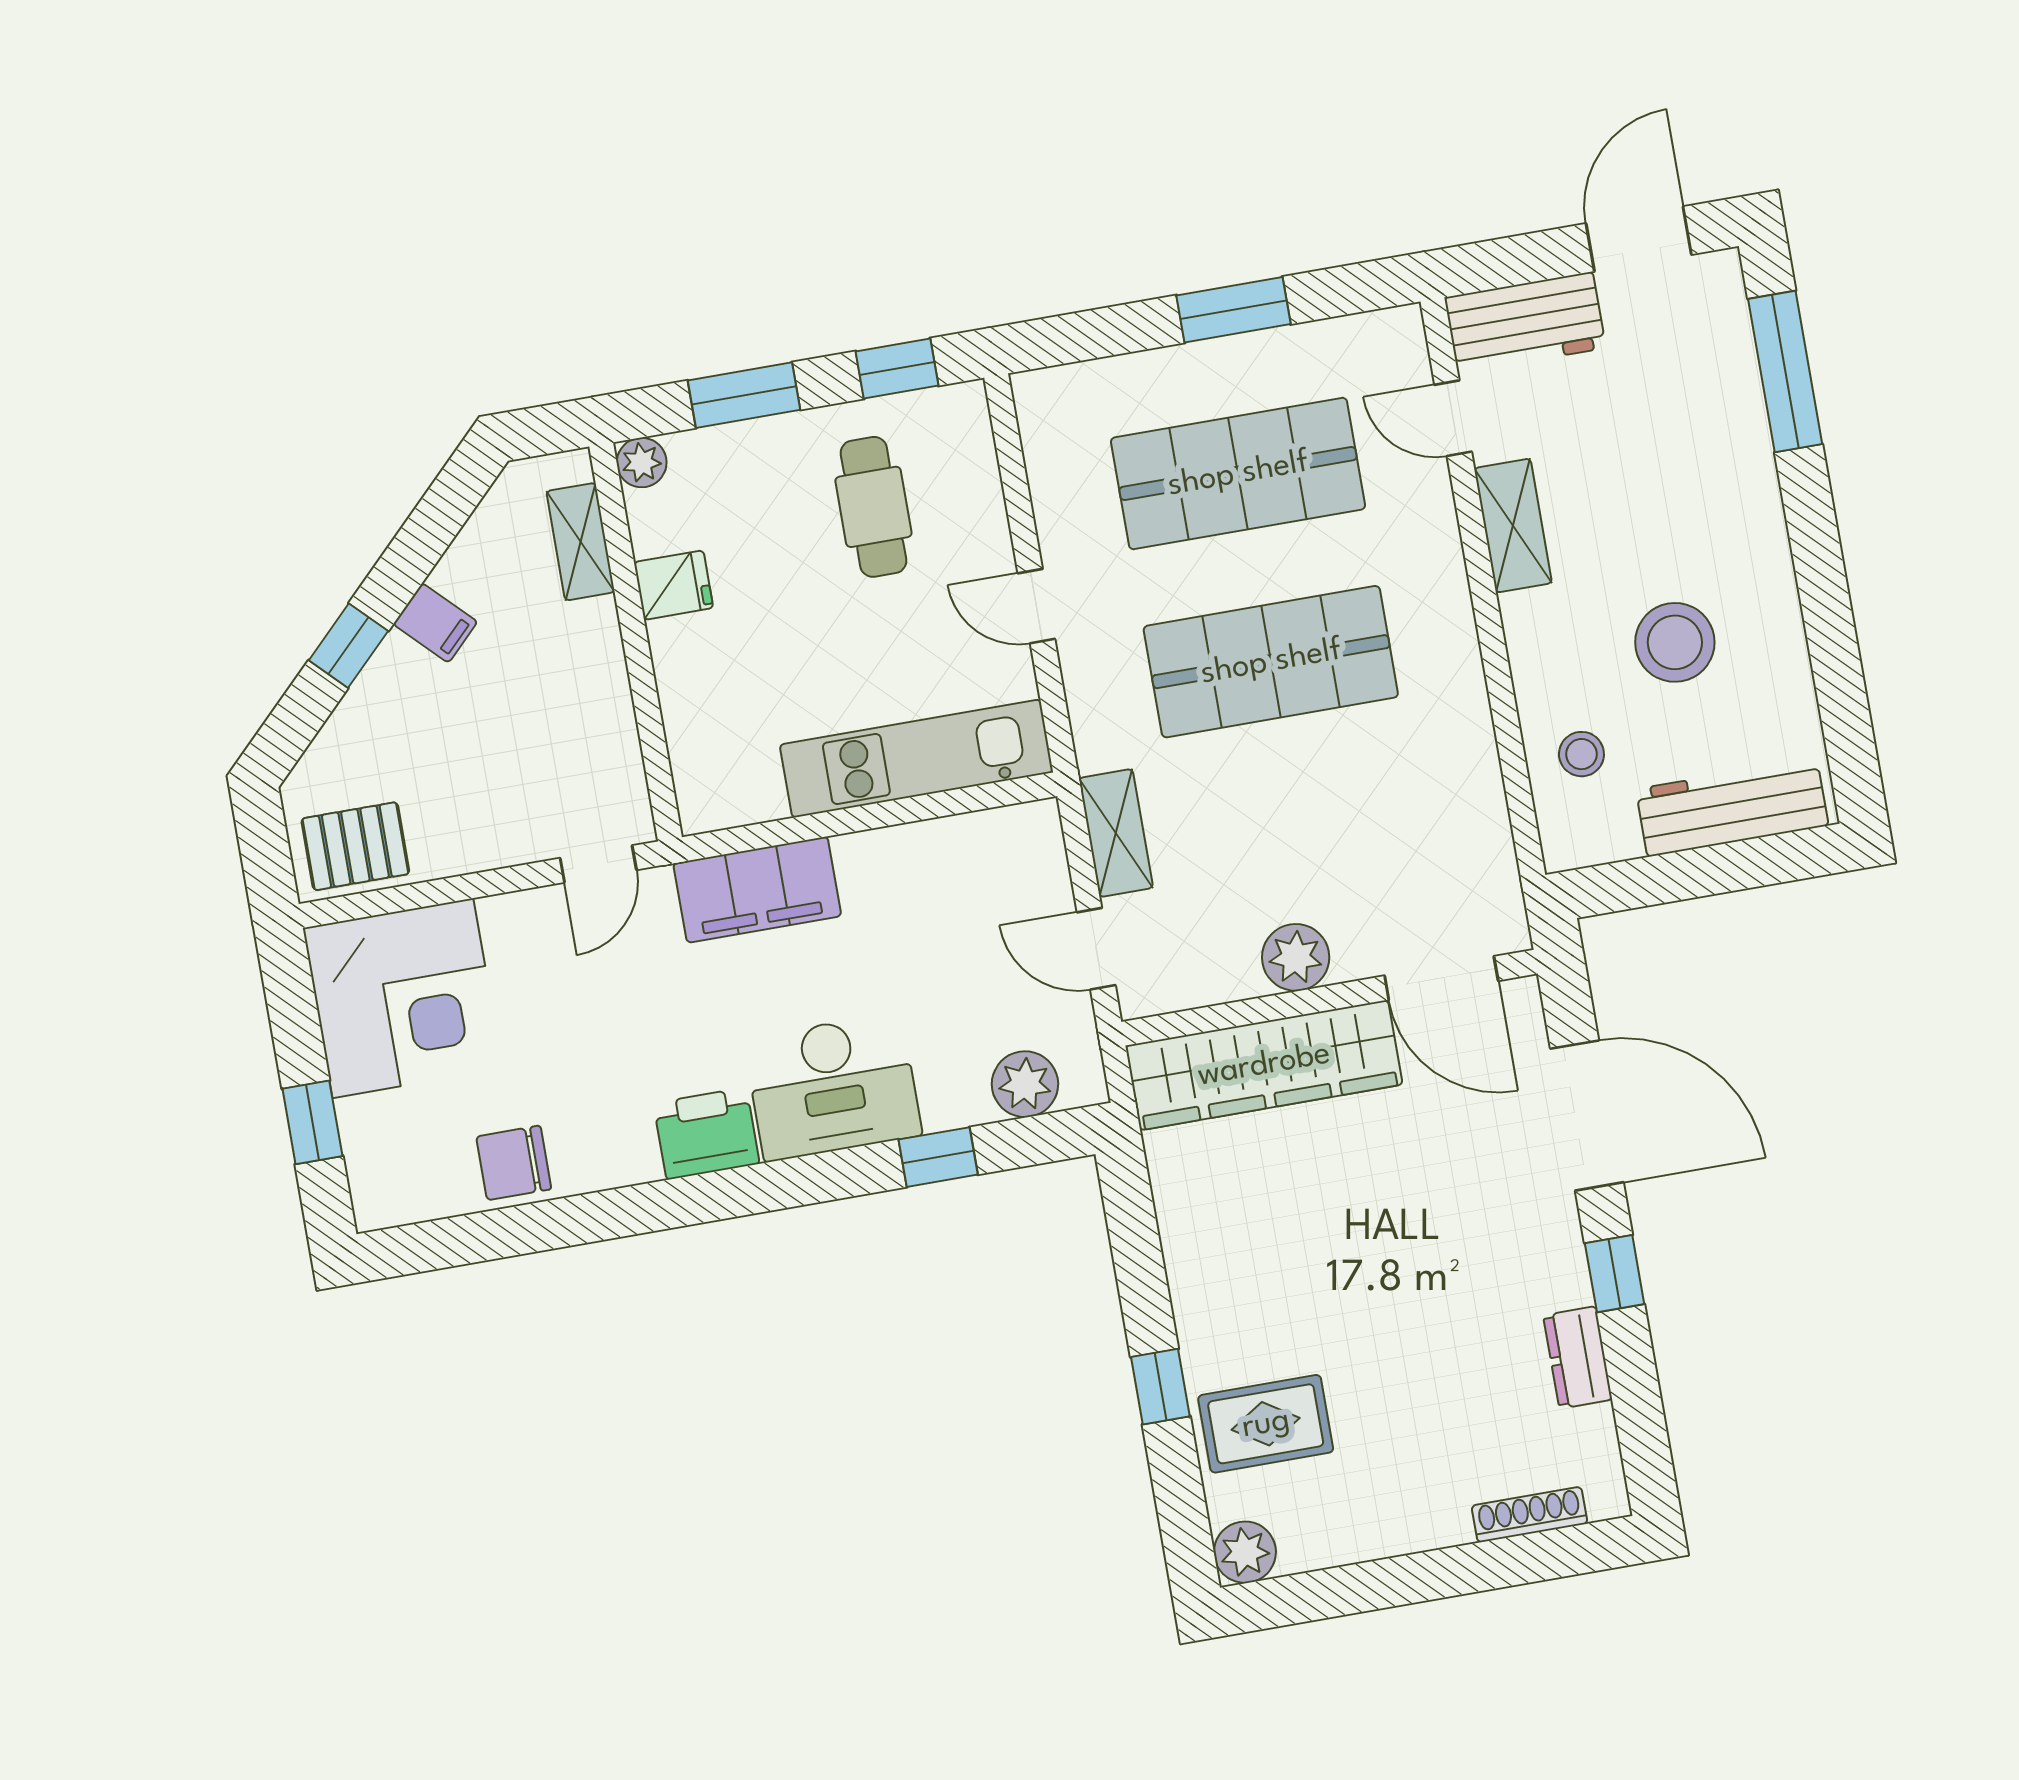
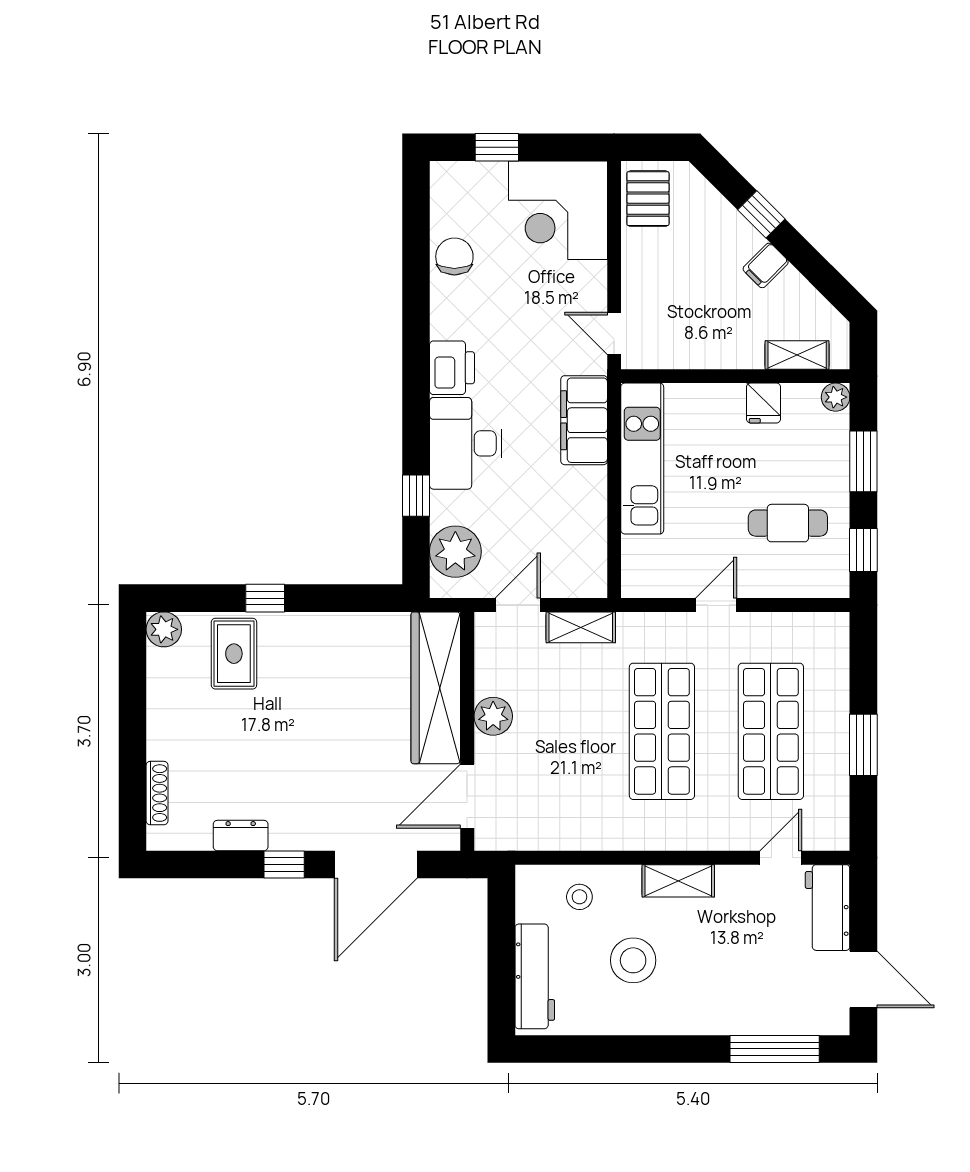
shelving: (1513, 526) -> (678, 881), moved
kitchen unit: (916, 759) -> (642, 459), moved
plant: (1025, 1084) -> (455, 552), width x1.36, depth x1.36

